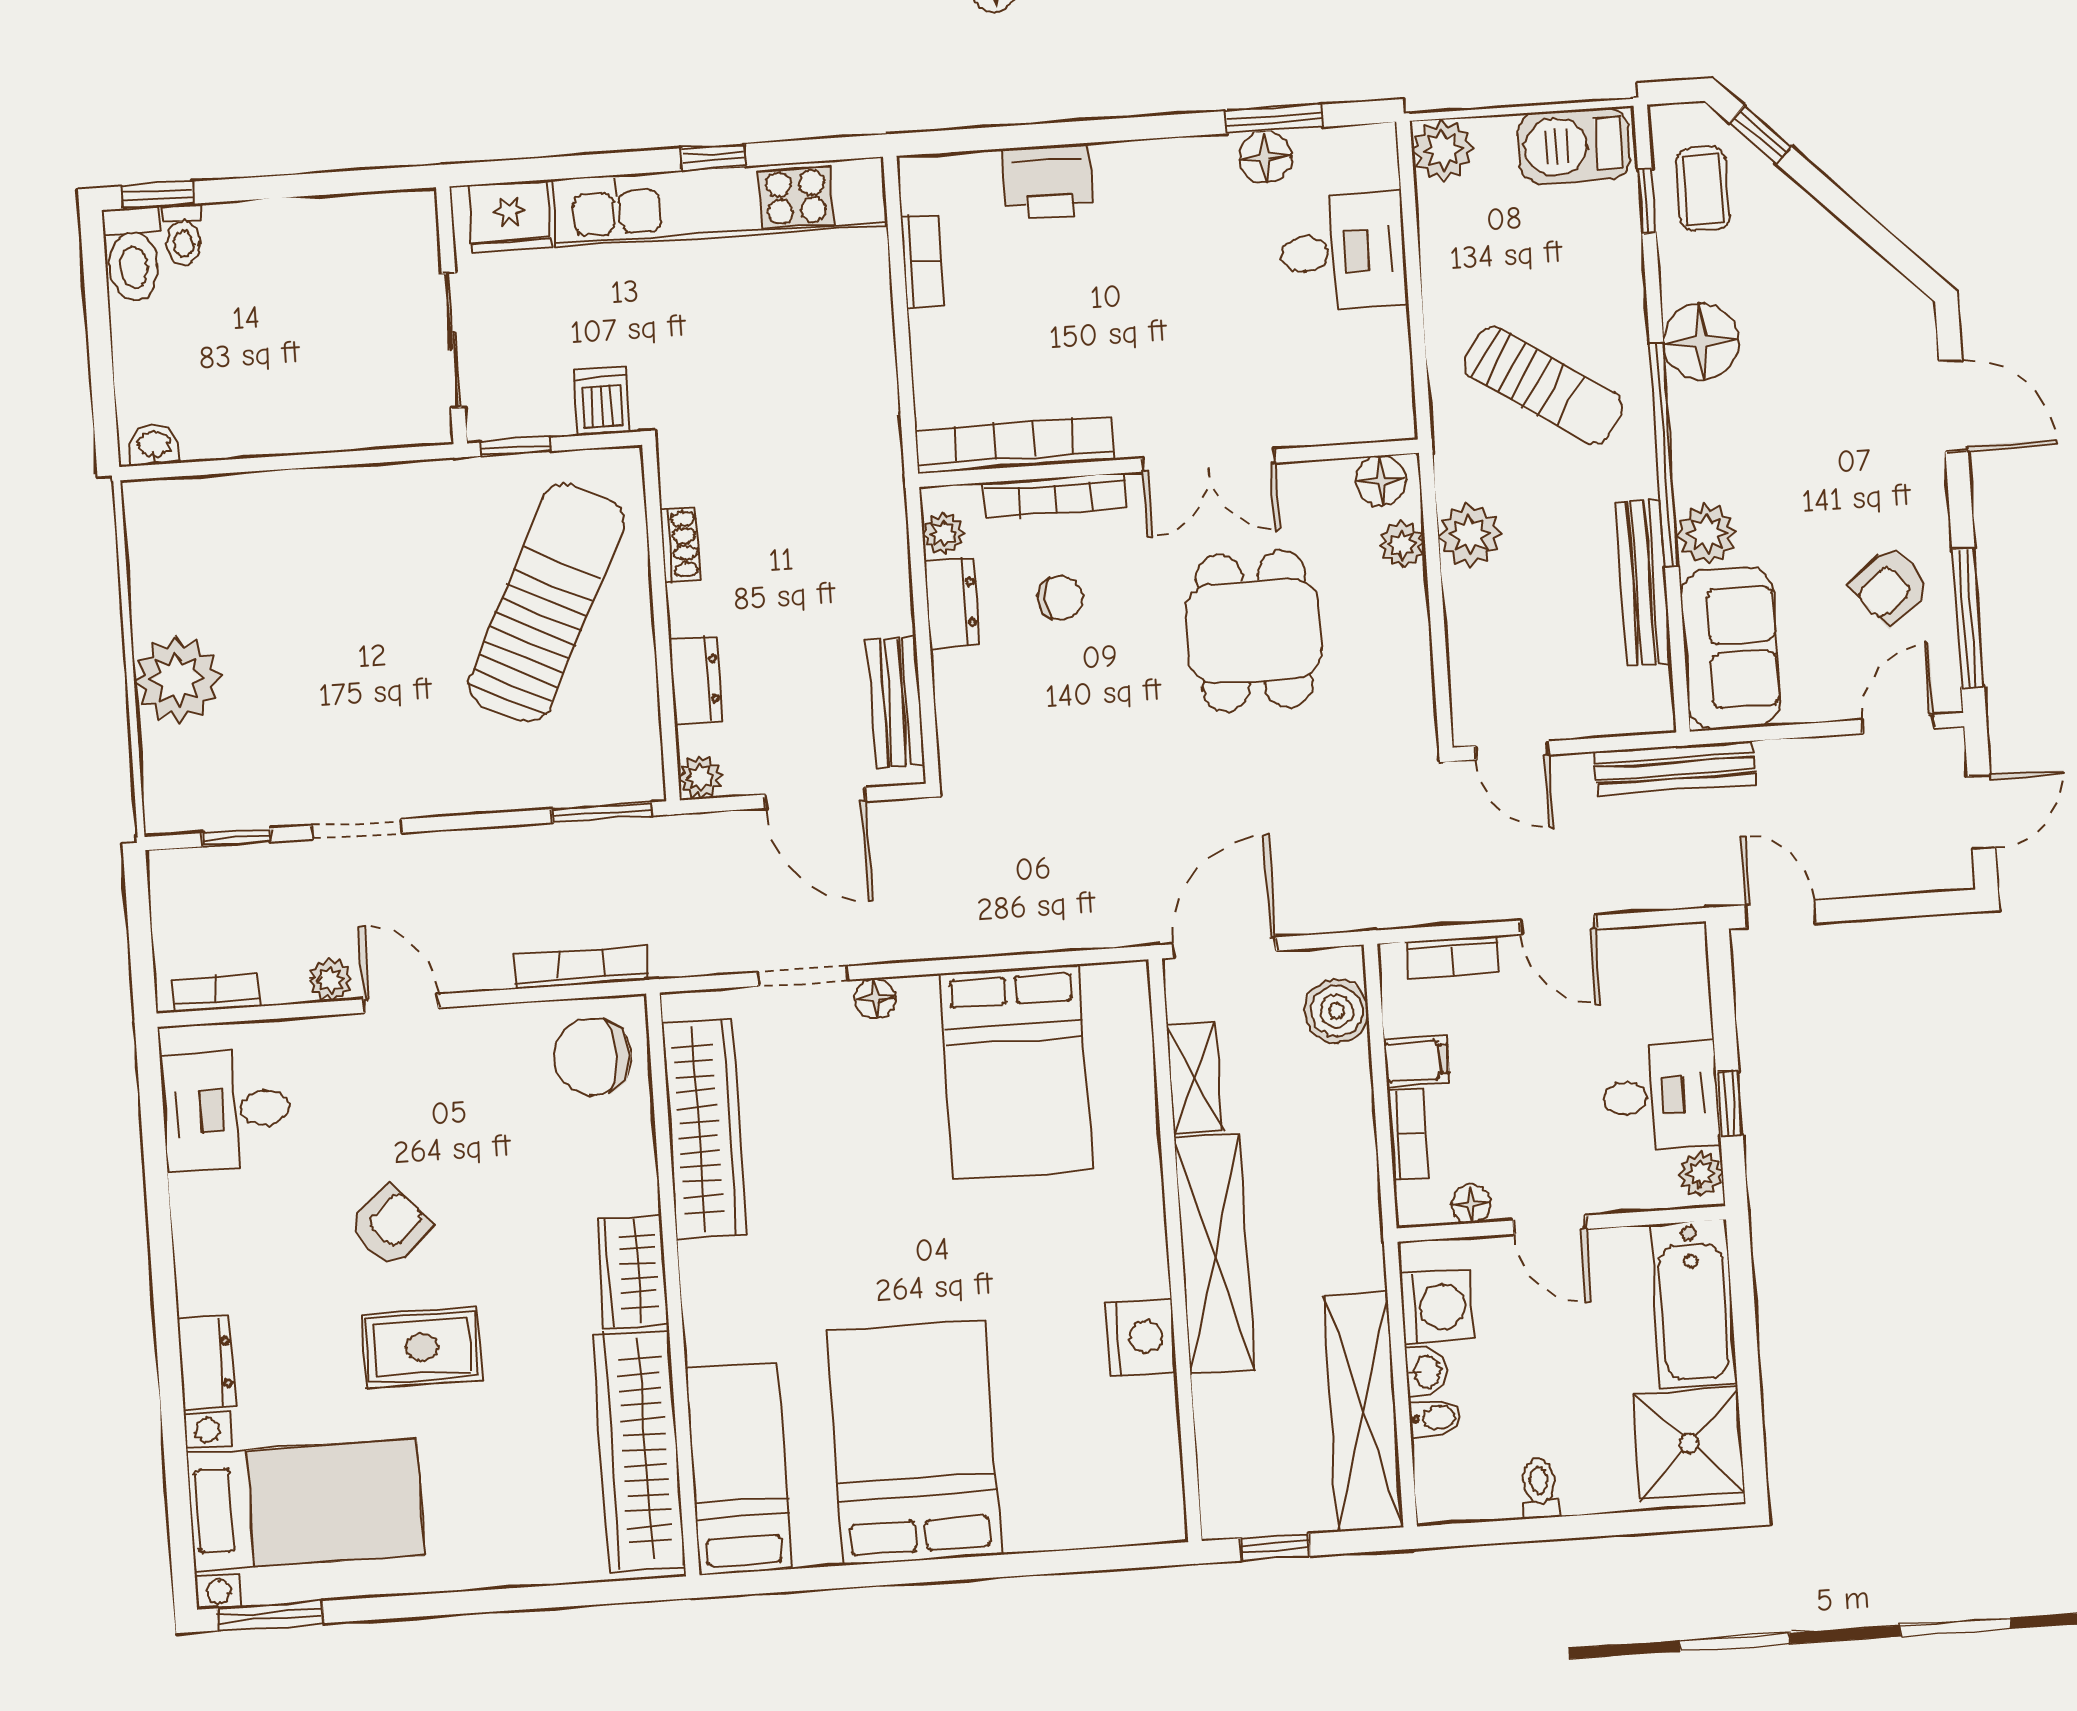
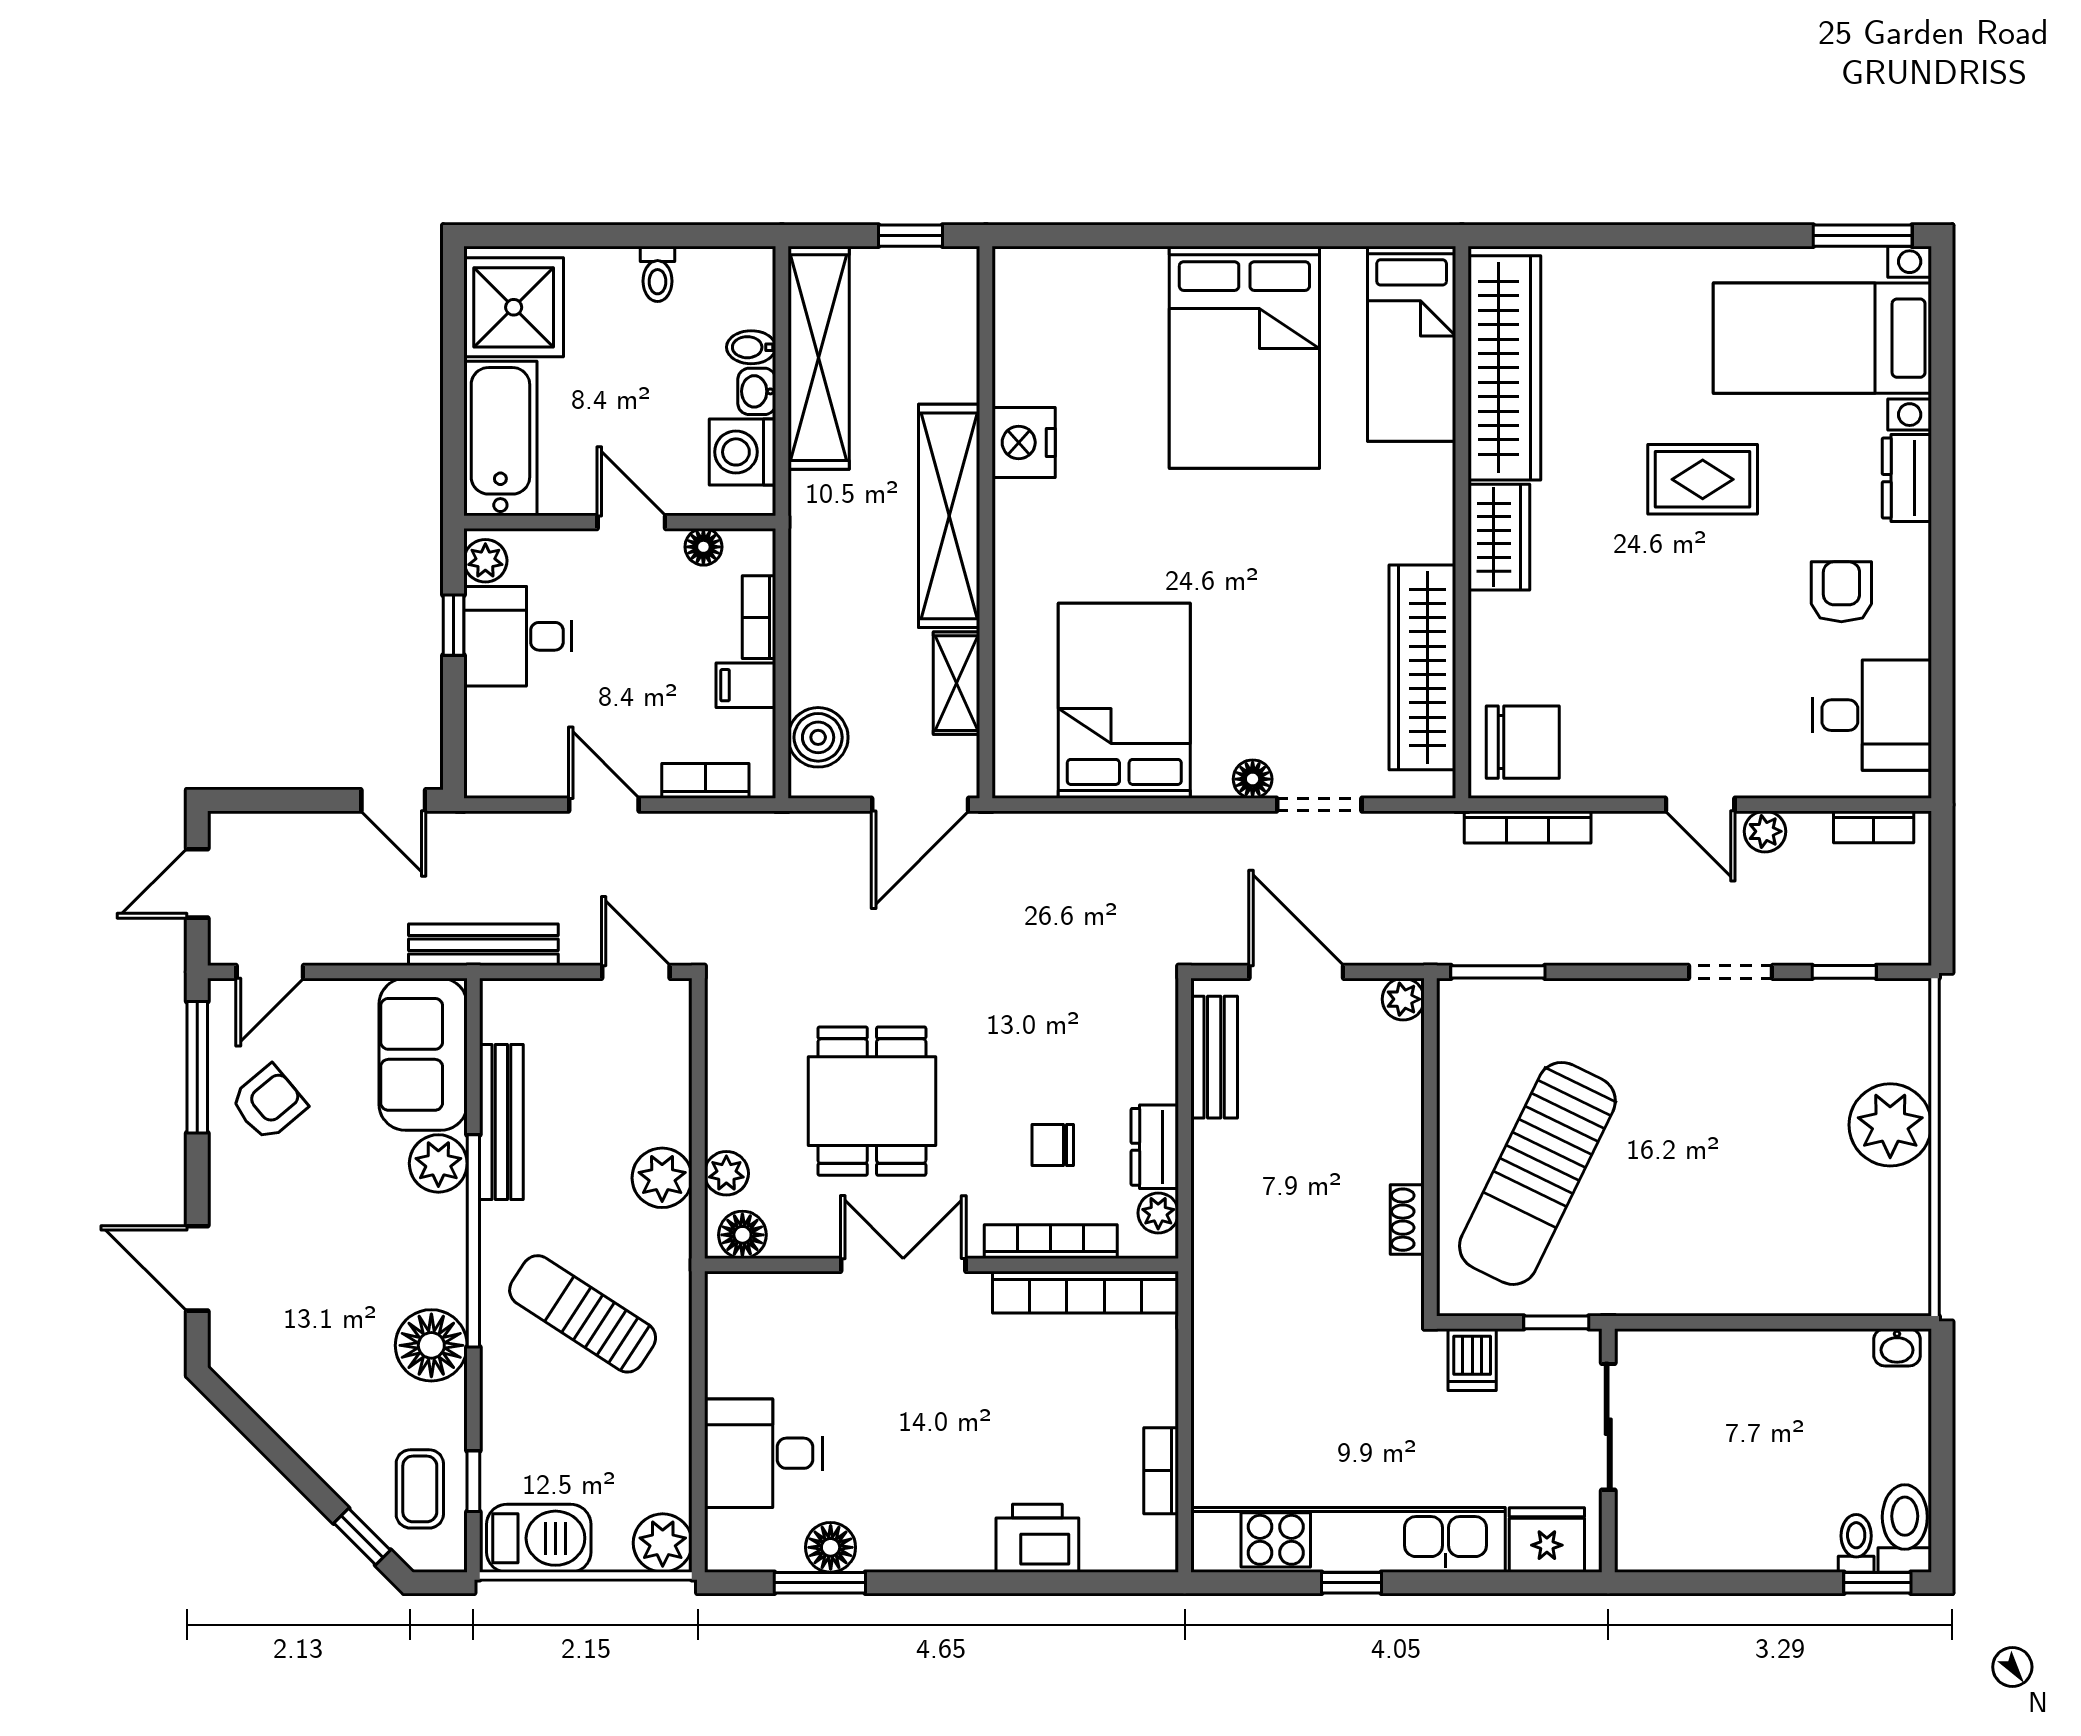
dresser: (696, 680) -> (1401, 1091), removed
armchair: (390, 1226) -> (1841, 592), moved, turned 133

